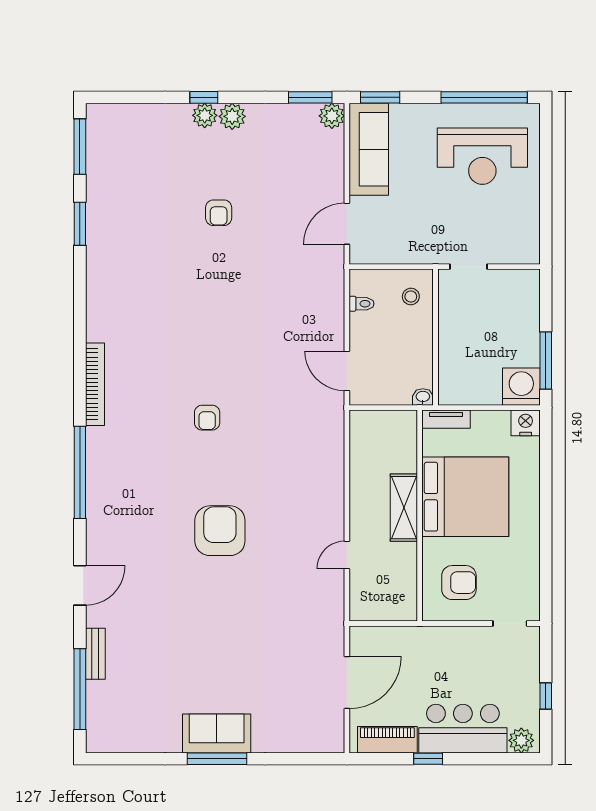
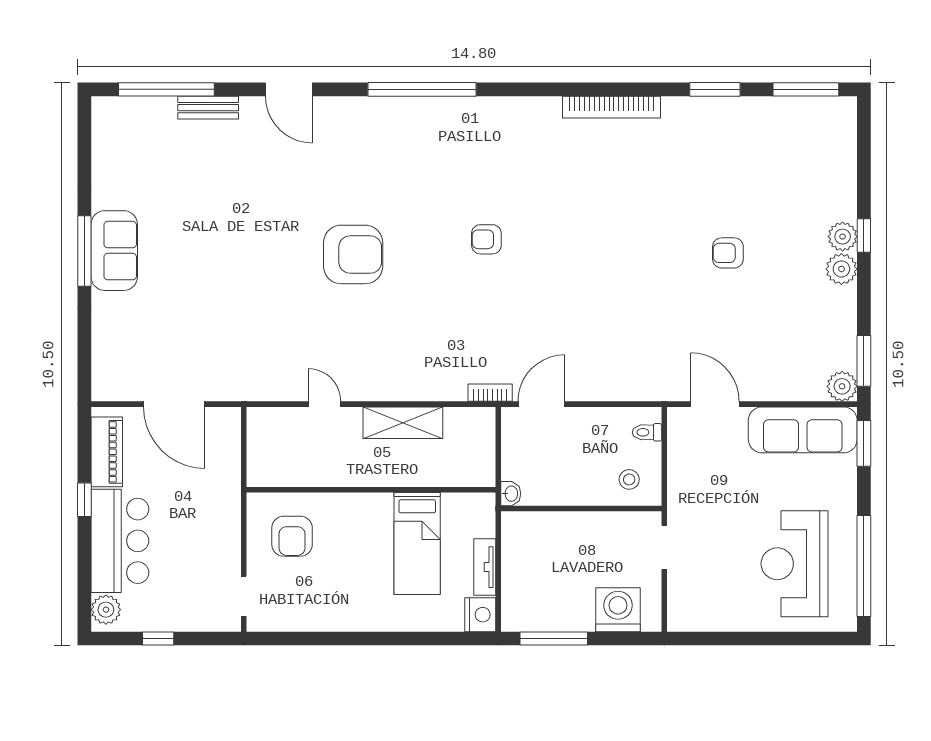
toilet: (362, 304) -> (647, 432), moved, turned 90
bookcase: (95, 384) -> (611, 107), moved
washing machine: (521, 387) -> (618, 610), moved, turned -90
bookcase: (337, 414) -> (490, 393), added
tv unit: (446, 419) -> (485, 567), moved
bed: (465, 497) -> (417, 544), width x0.49
shelving: (404, 508) -> (403, 423), moved

